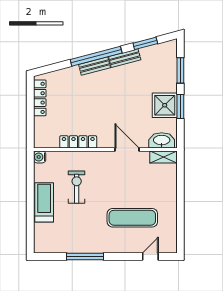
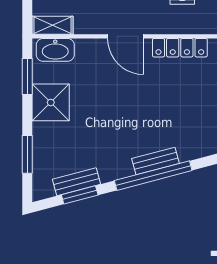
bench: (125, 58) -> (77, 182), moved
window: (180, 107) -> (27, 77), moved
door: (127, 150) -> (126, 36), moved

